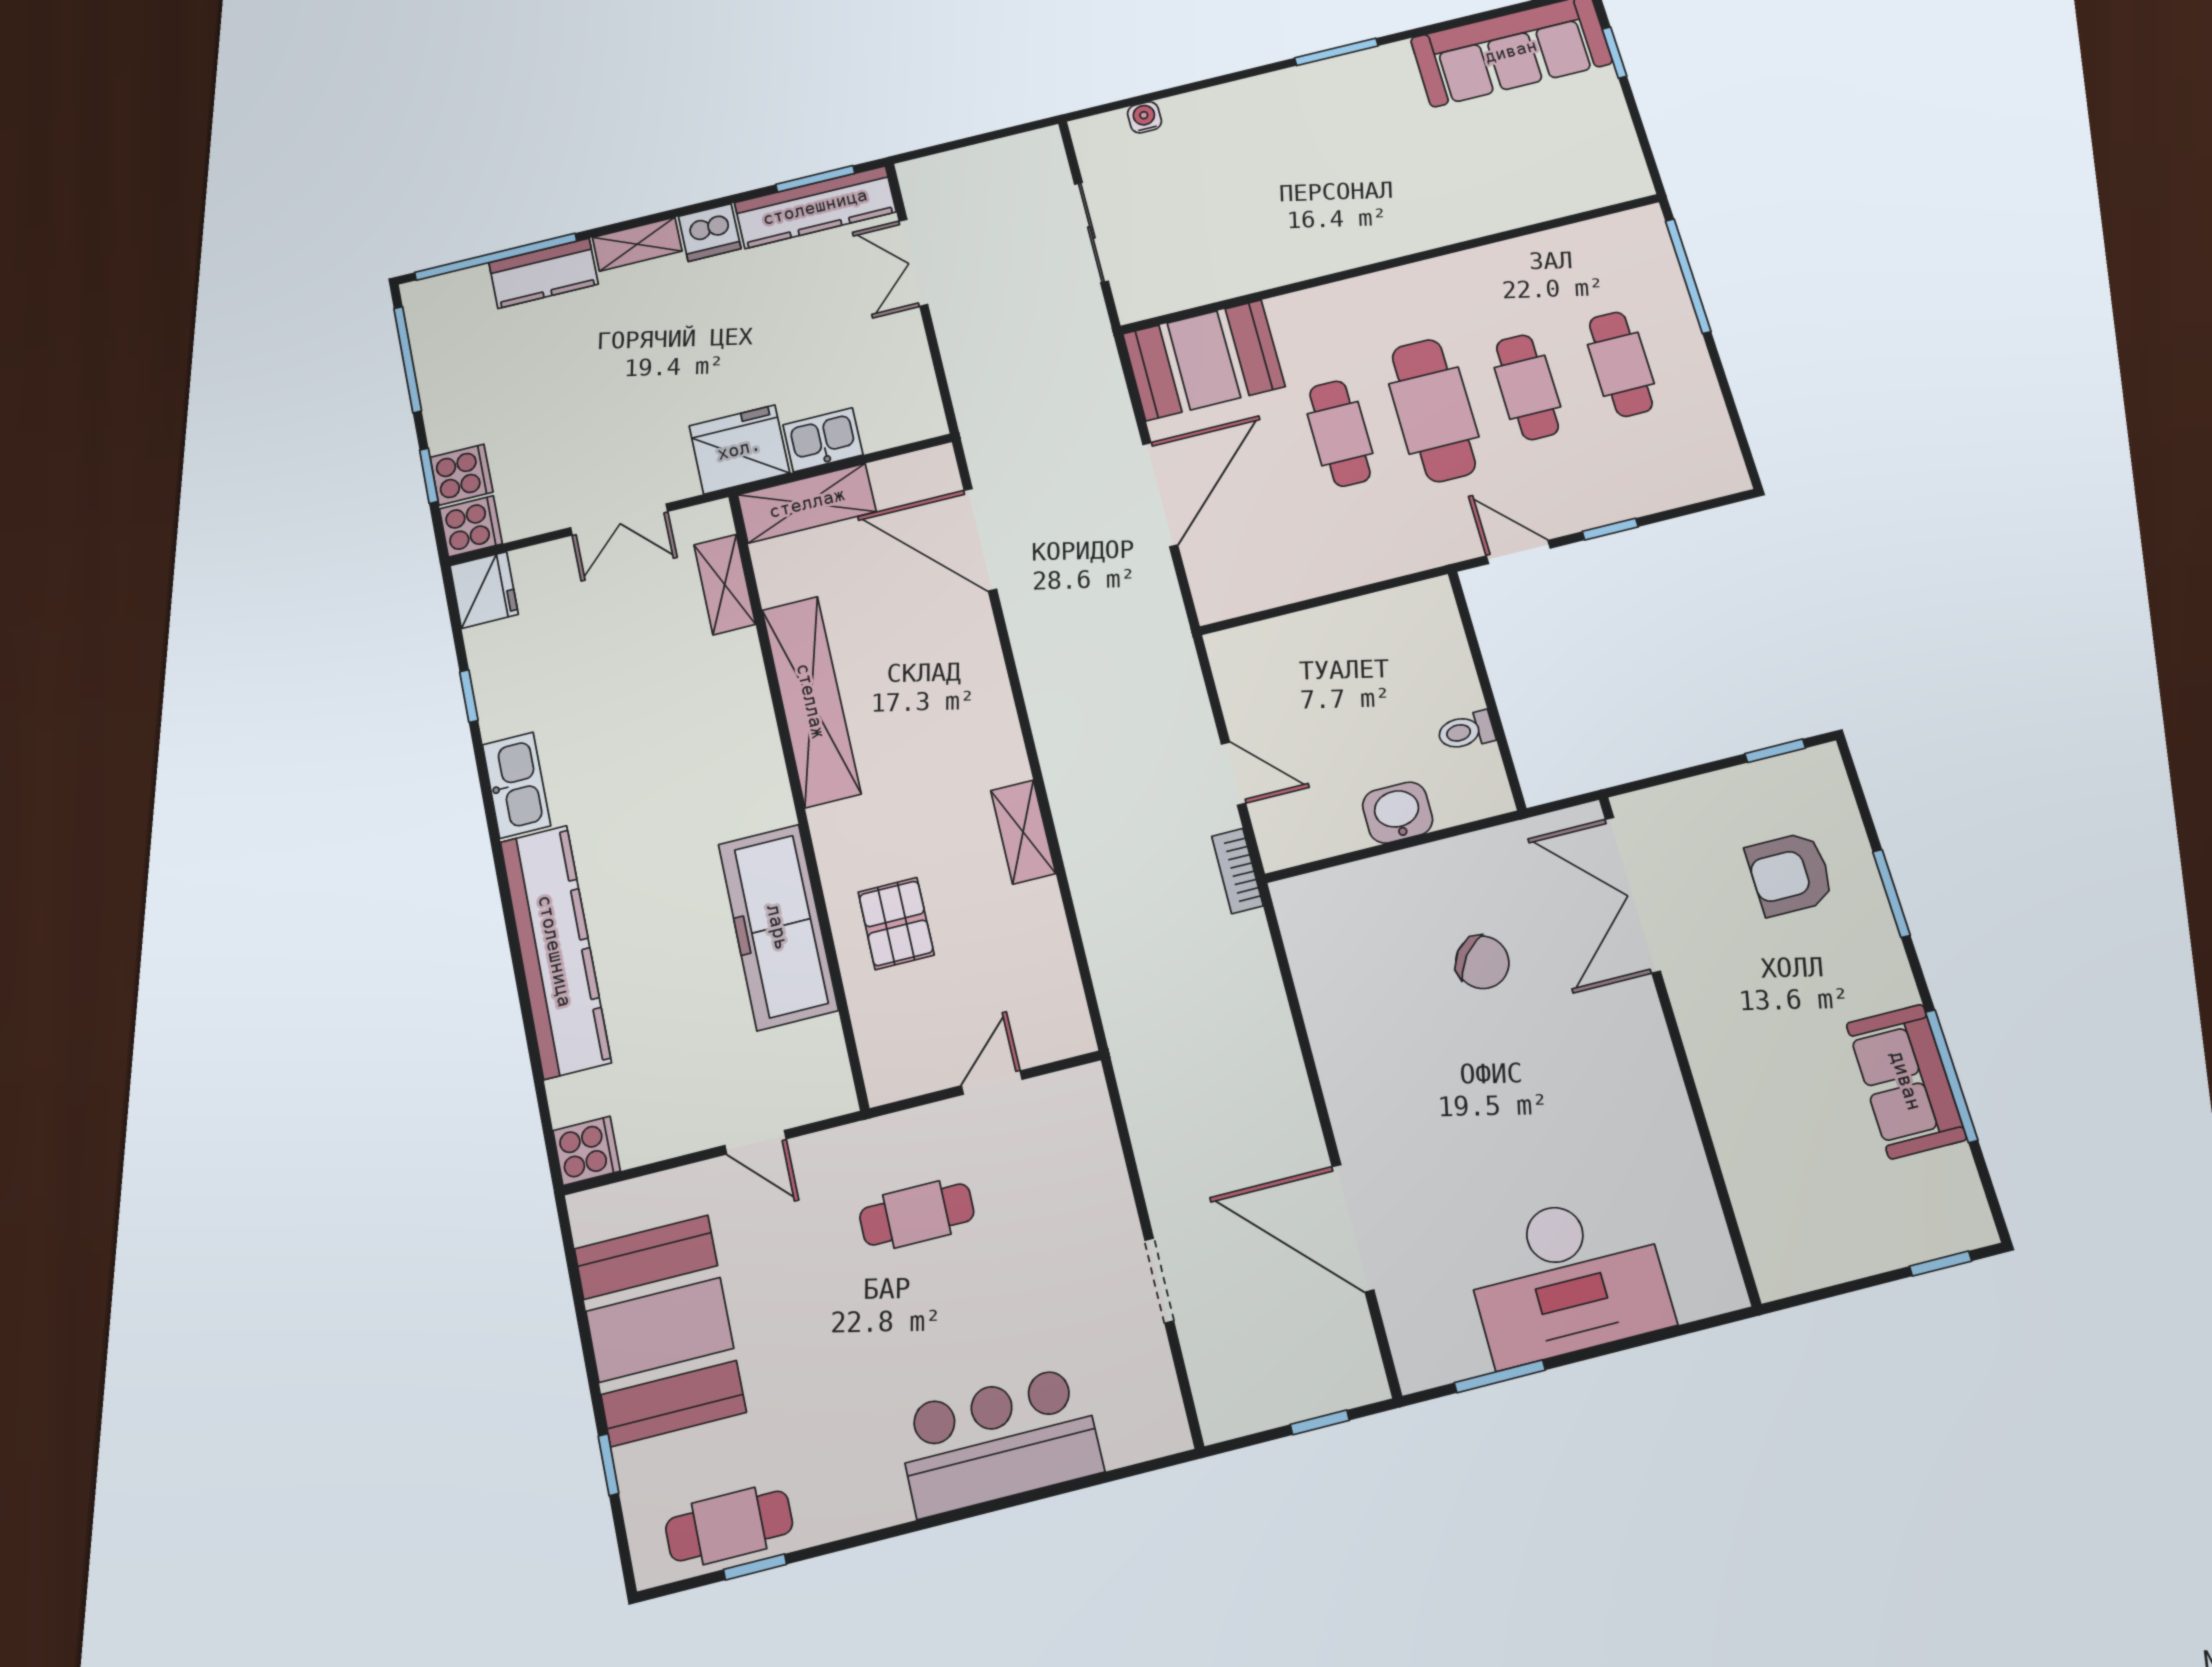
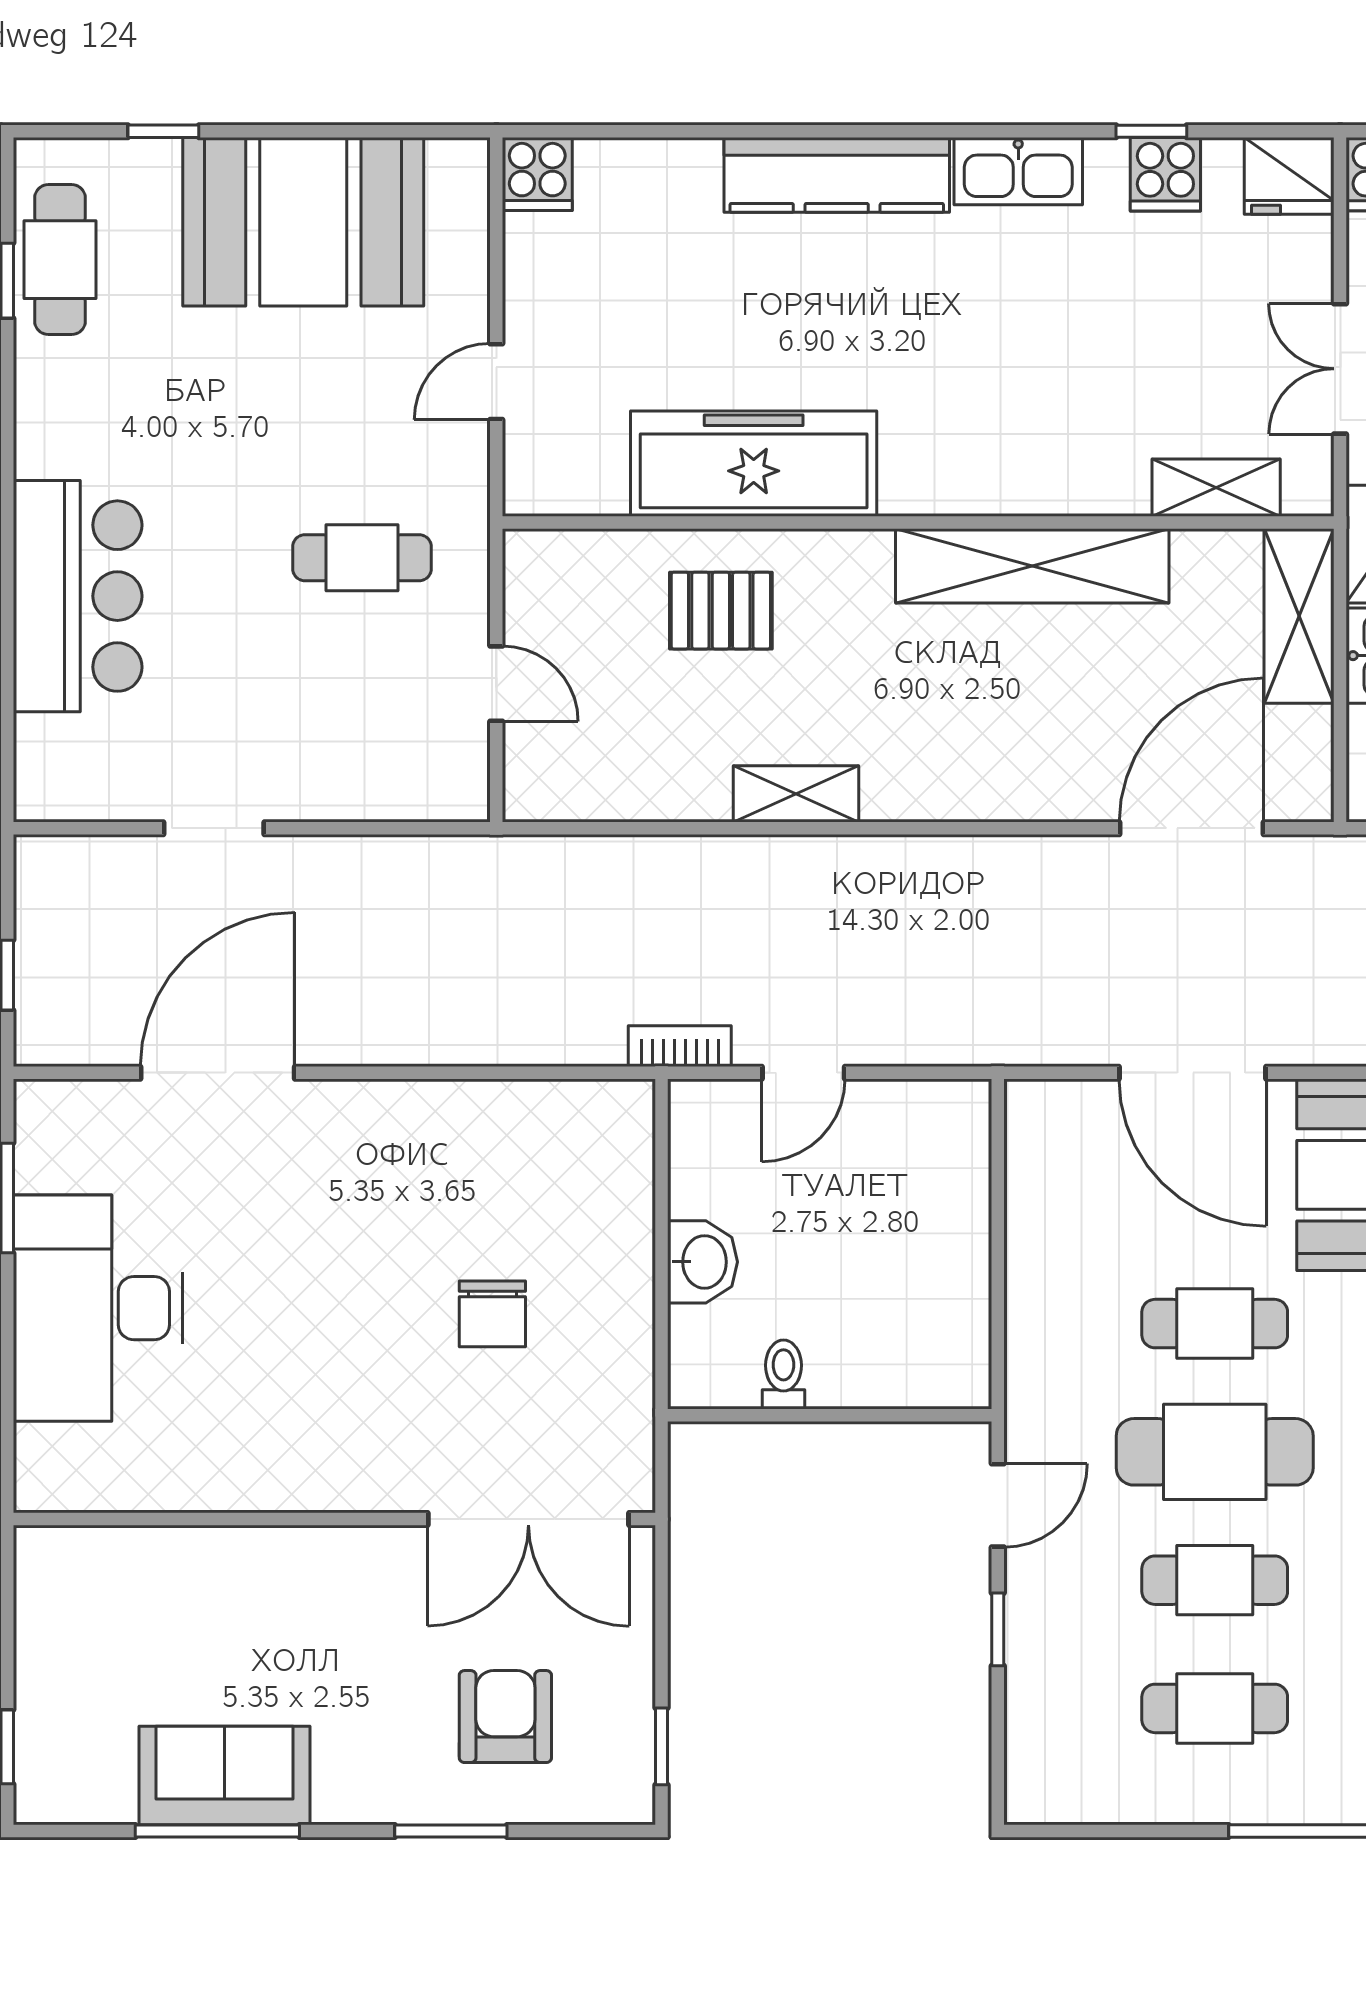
cooker: (499, 678) -> (1165, 174), added
double door: (1633, 895) -> (528, 1519), swing flipped
kitchen counter: (555, 951) -> (837, 175), width x0.72, depth x0.86
chair: (1482, 962) -> (492, 1314), turned -39
cafe table: (917, 1214) -> (362, 558), turned 90

